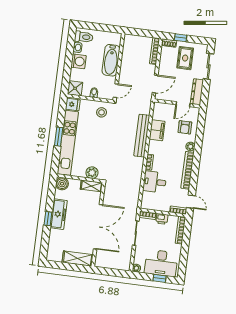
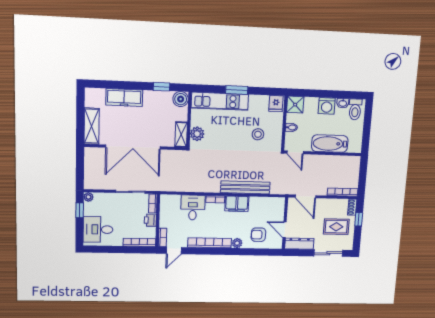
stool: (102, 112) -> (258, 134), moved
filing cabinet: (157, 130) -> (237, 204), moved
kitchen unit: (68, 143) -> (220, 101), width x0.73
freezer: (59, 214) -> (124, 97), moved
window: (48, 219) -> (162, 87), moved
desk: (161, 263) -> (98, 229), width x0.73
window: (159, 278) -> (80, 210), moved

